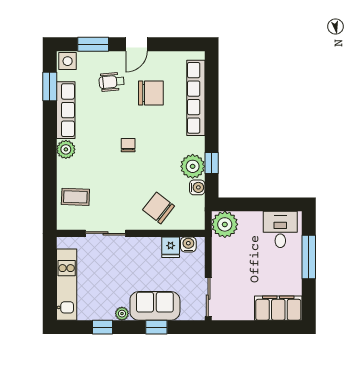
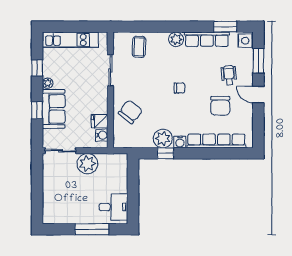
water cooler: (197, 187) -> (180, 142), moved
plant: (225, 224) -> (87, 164), moved
filing cabinet: (278, 308) -> (52, 205), removed

